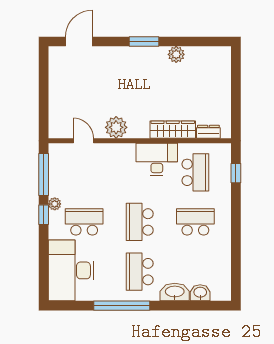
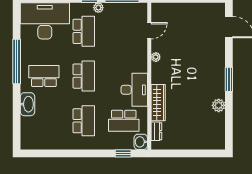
plant: (116, 127) -> (156, 57), width x0.53, depth x0.53
school desk: (140, 222) -> (84, 76), turned 90
washbasin: (200, 293) -> (141, 142), moved, turned 180

